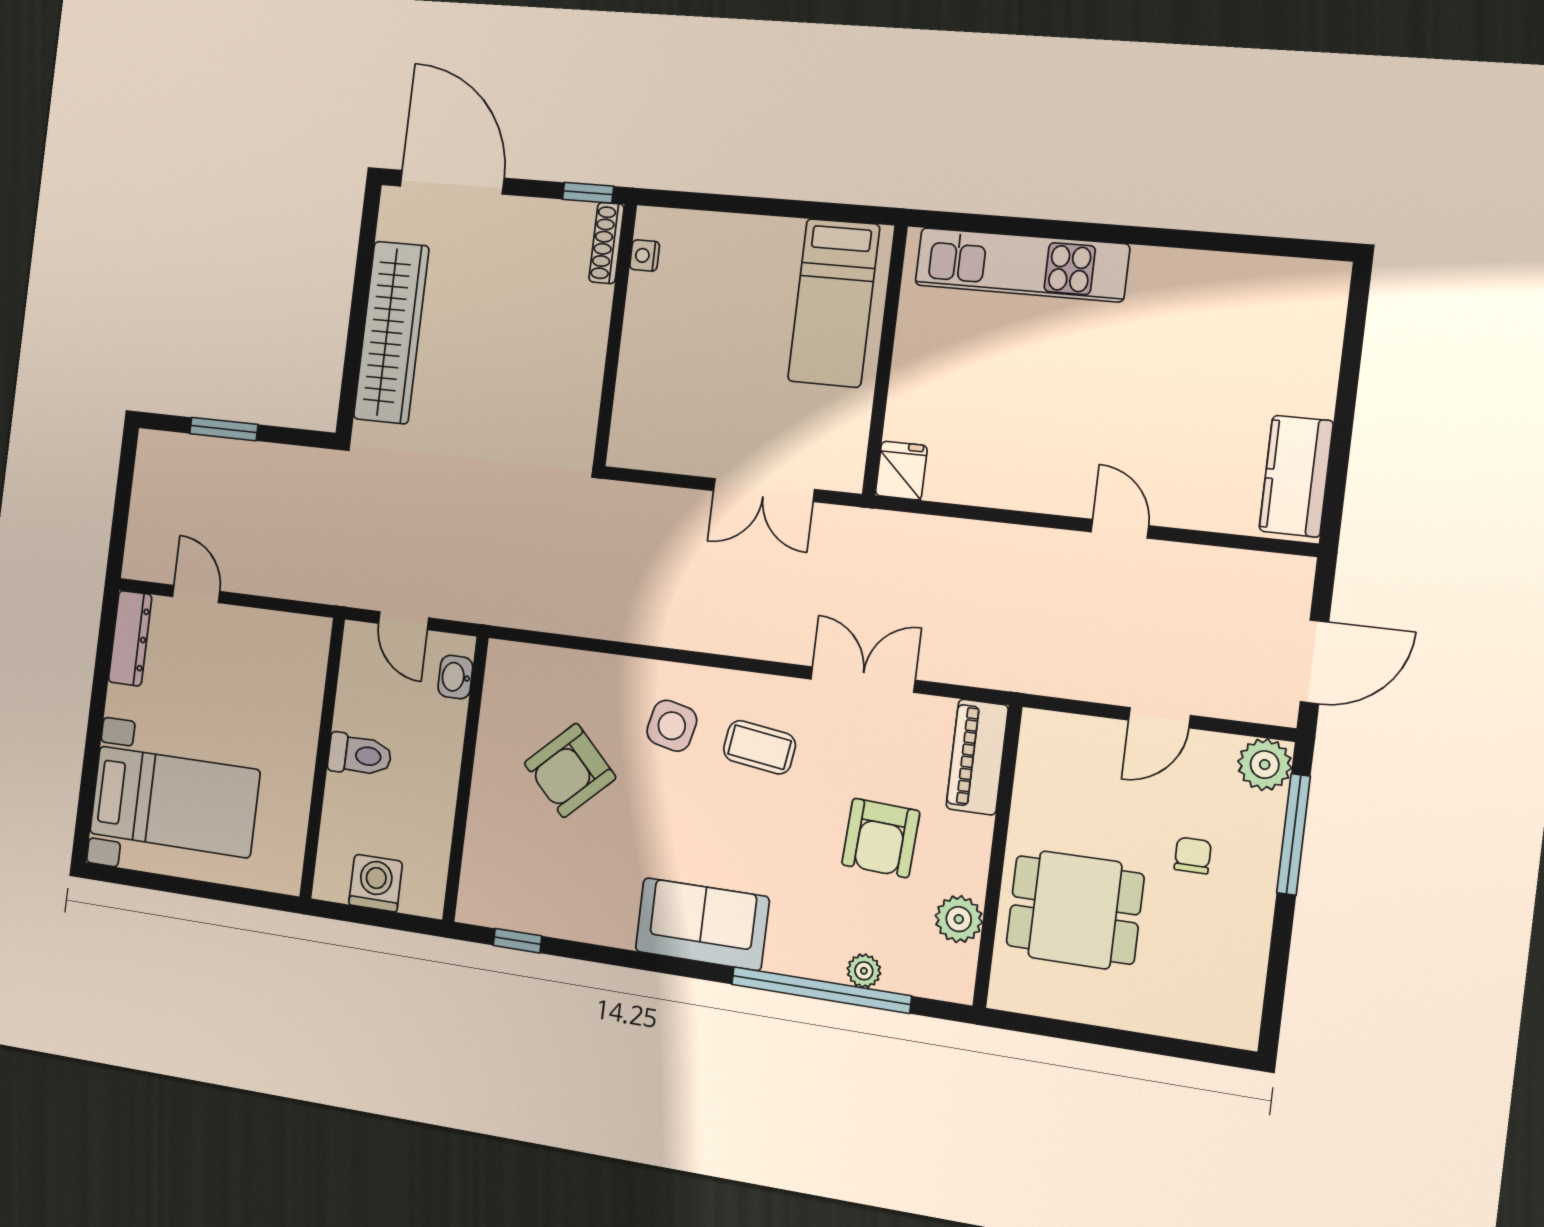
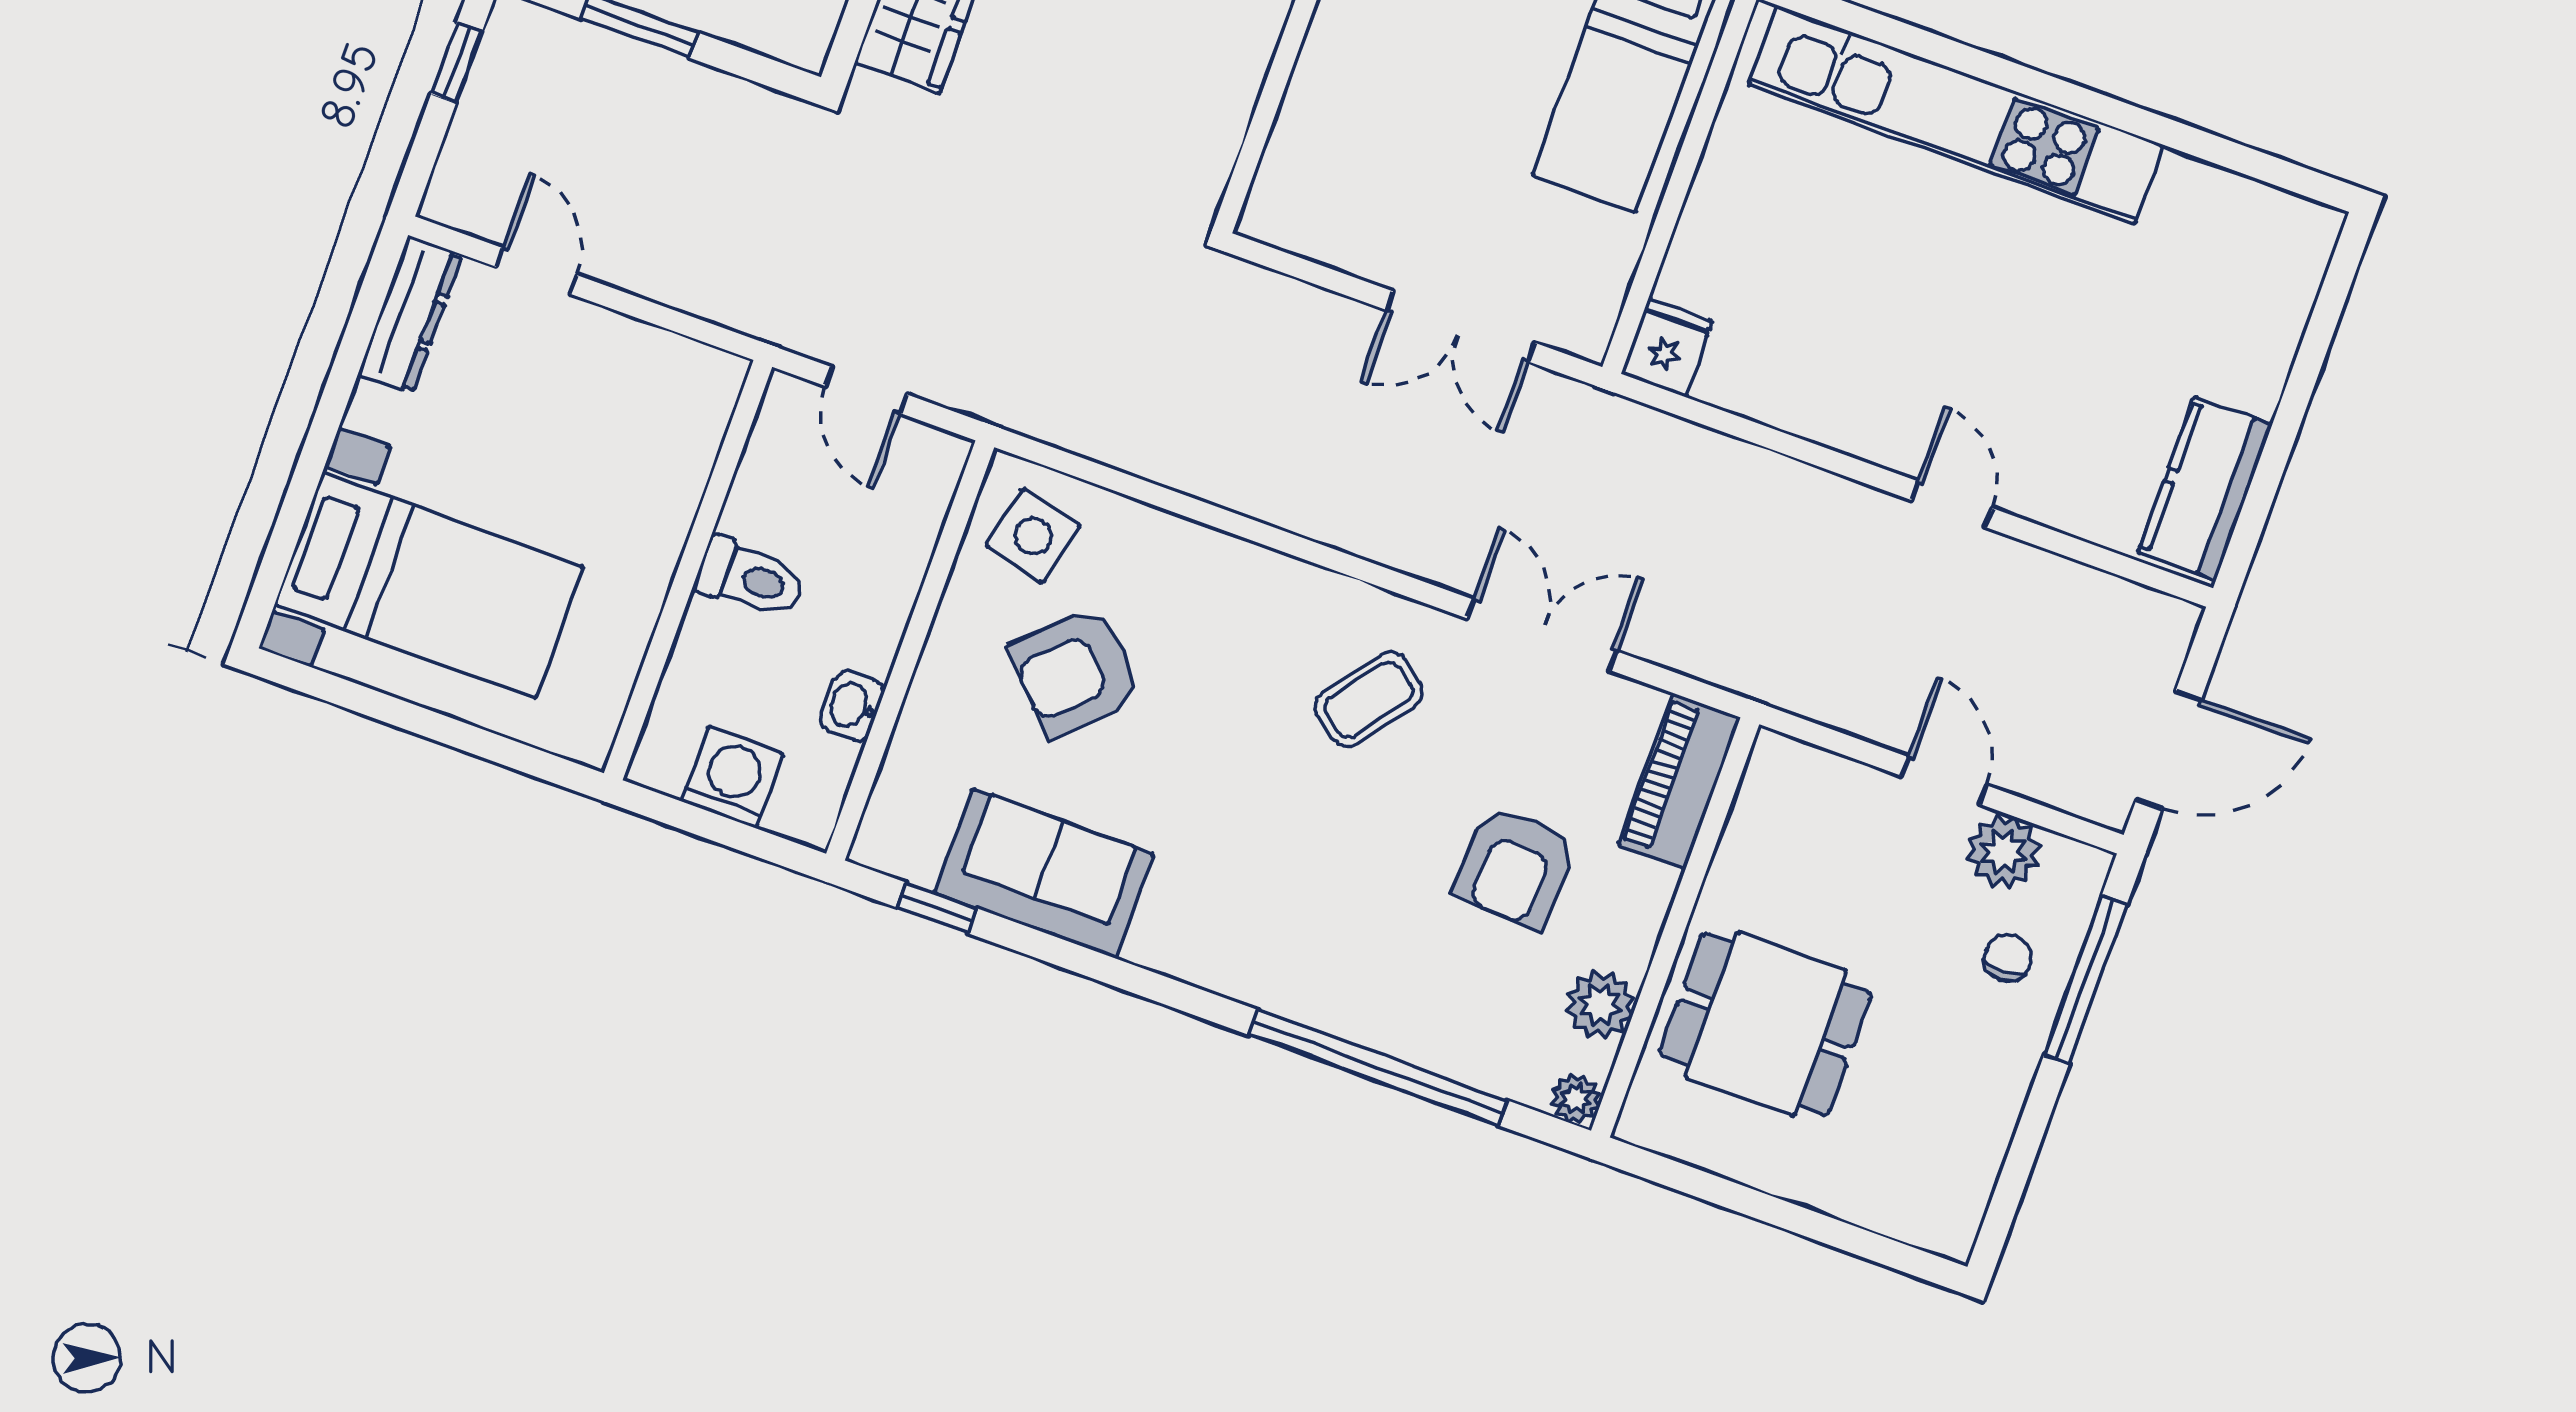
kitchen unit: (1022, 265) -> (1956, 115), width x1.36
window: (125, 479) -> (457, 63), added
washbasin: (455, 677) -> (852, 706), moved
door: (1159, 718) -> (1944, 780), swing flipped
side table: (672, 726) -> (1033, 536), moved
coffee table: (759, 747) -> (1369, 700), turned -61
plant: (1265, 765) -> (2003, 852), moved
chair: (1193, 855) -> (2008, 958), moved
sofa: (702, 924) -> (1044, 873), moved
plant: (864, 971) -> (1576, 1099), moved

